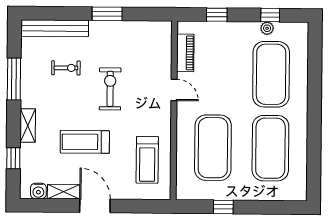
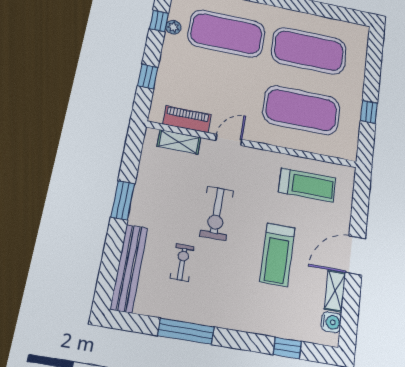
exercise bike: (110, 89) -> (217, 213), turned -90
shelving: (28, 126) -> (179, 142), moved

